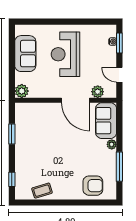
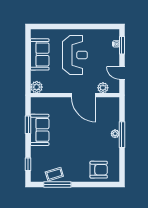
reception desk: (66, 54) -> (75, 55), turned 180
sofa: (106, 121) -> (40, 130), moved, turned 180
window: (119, 167) -> (122, 135), moved
window: (45, 203) -> (57, 184), added

